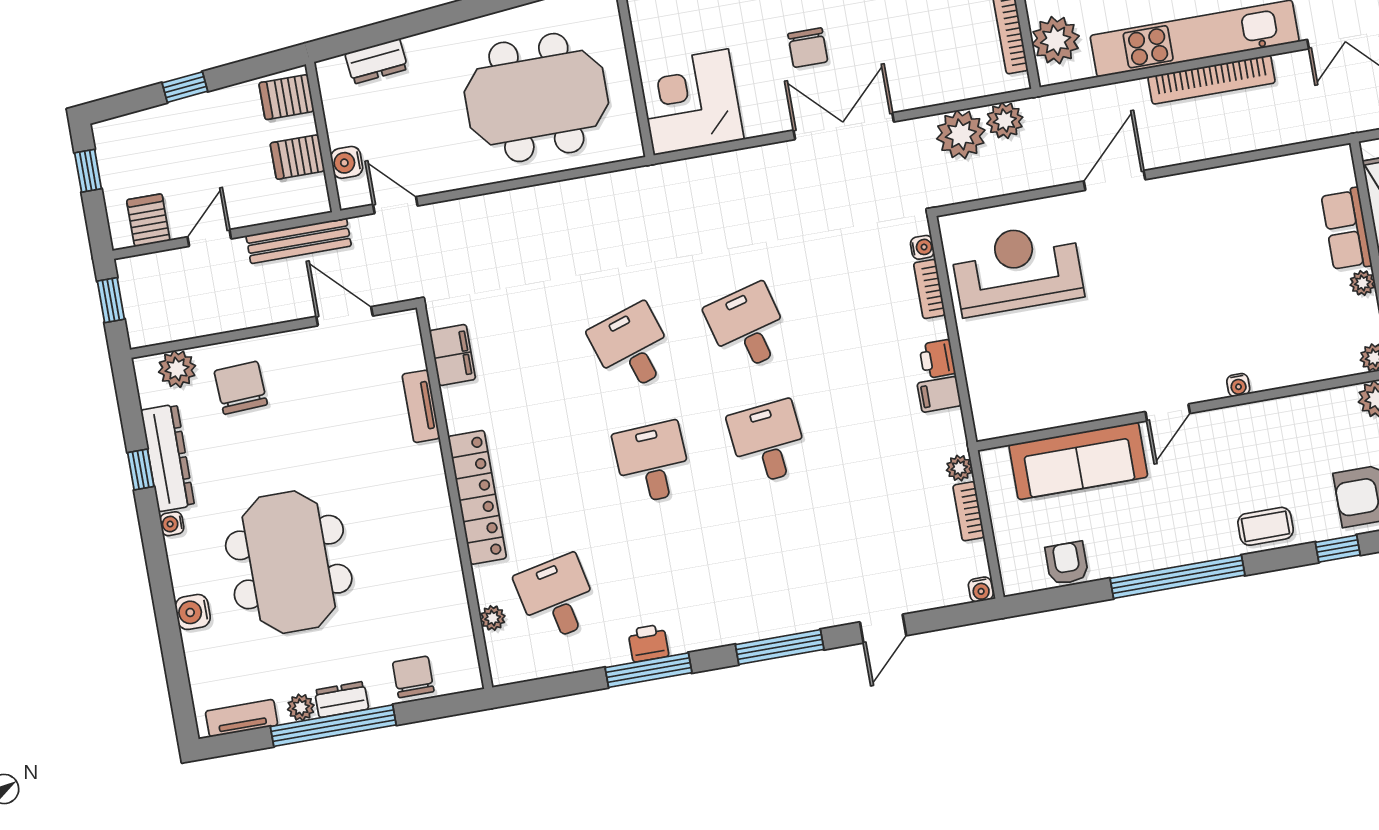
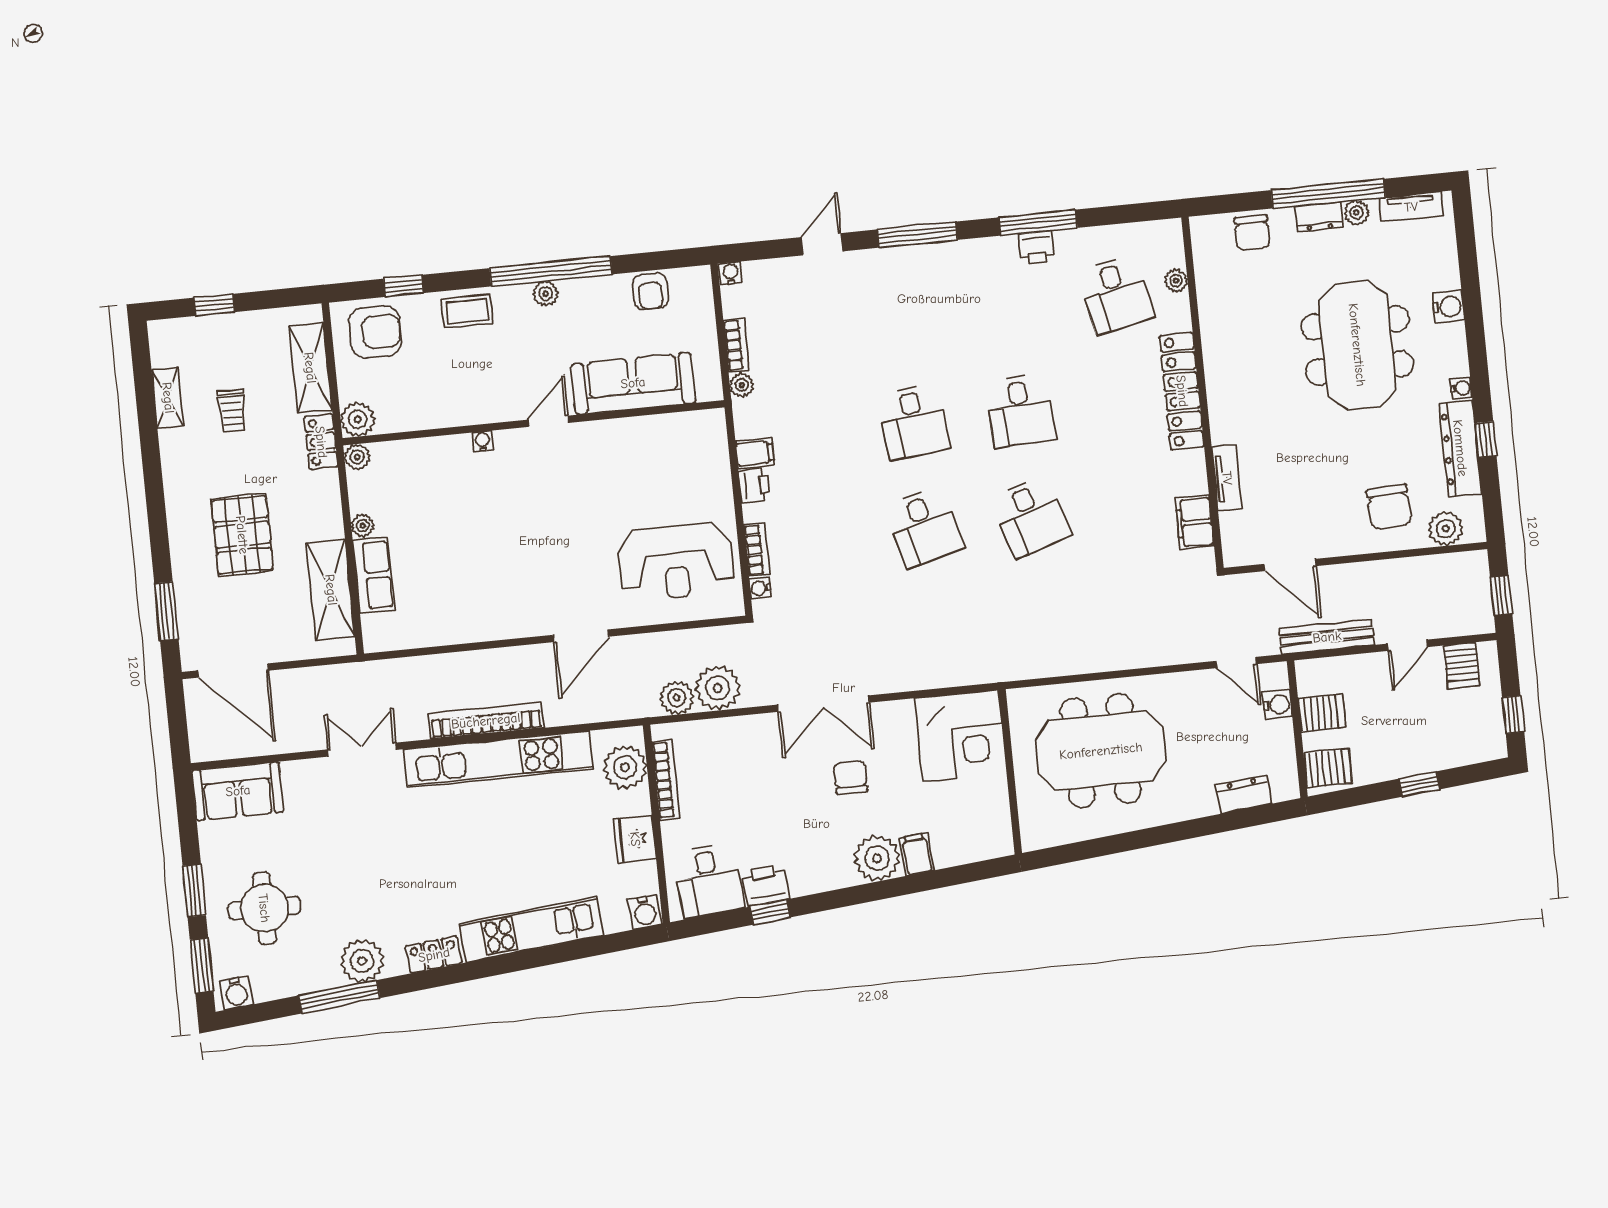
plant: (1181, 552) -> (546, 294), added

